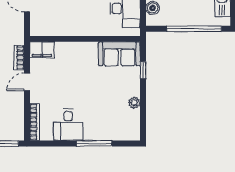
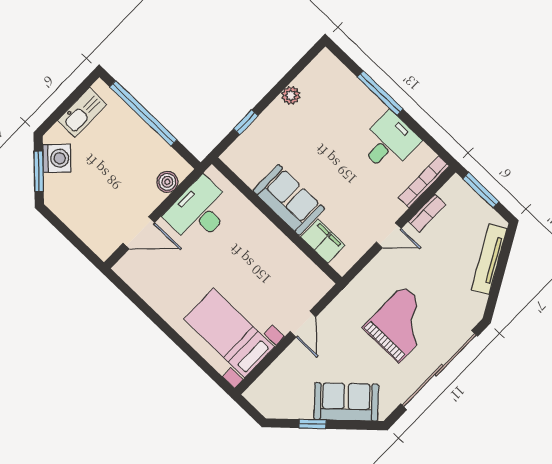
filing cabinet: (42, 50) -> (323, 241), moved
sofa: (119, 54) -> (289, 200), moved
bookcase: (19, 58) -> (427, 213), moved

